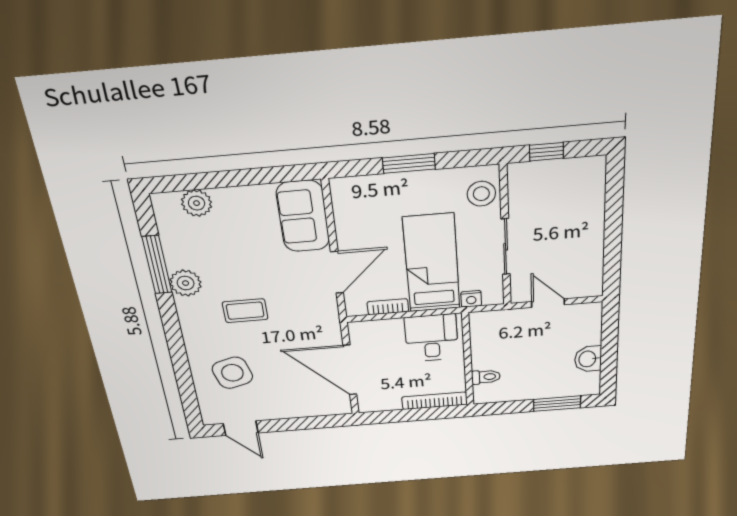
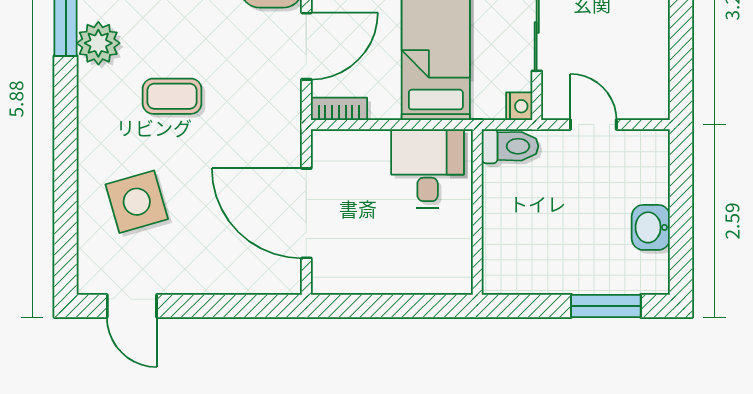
nightstand: (471, 299) -> (519, 106), moved, turned -90
bookcase: (388, 307) -> (339, 109), moved
toilet: (486, 377) -> (510, 146), moved, width x1.37, depth x1.39
bookcase: (435, 401) -> (425, 283), removed

